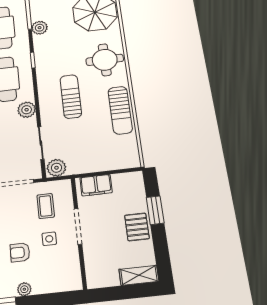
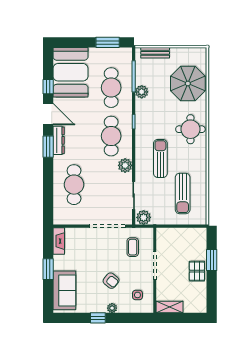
sun lounger: (120, 110) -> (183, 194), moved
filing cabinet: (96, 185) -> (171, 235), removed
side table: (49, 239) -> (137, 295), moved
armchair: (20, 252) -> (111, 281), turned -141
shelving: (139, 275) -> (170, 307), moved

